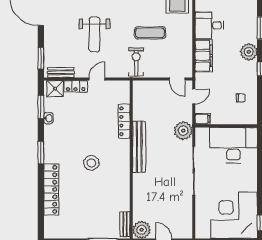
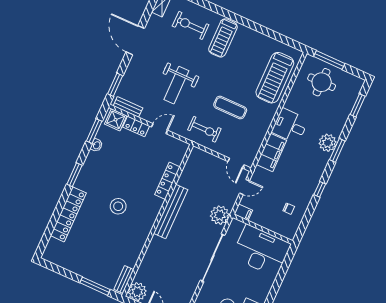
plant: (249, 52) -> (328, 143), moved
exercise bike: (136, 62) -> (204, 129), turned 90

